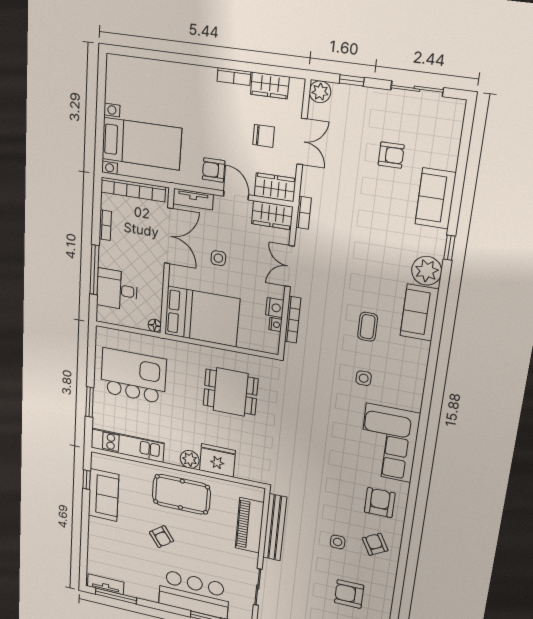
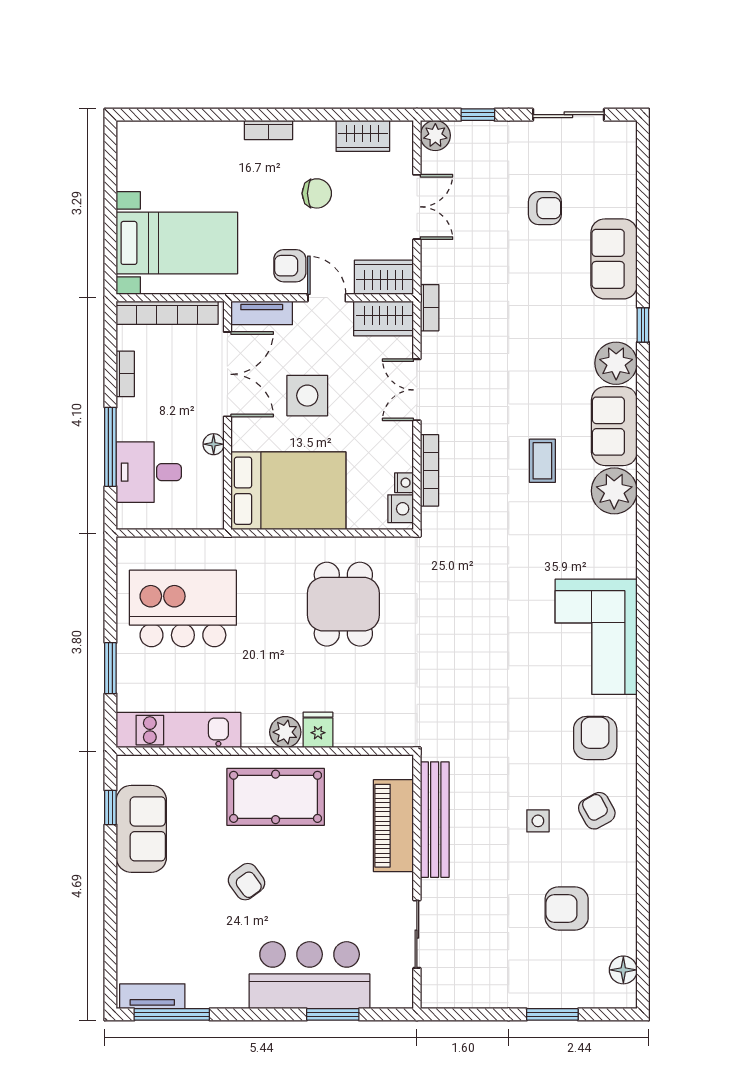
bookcase: (234, 76) -> (269, 130), moved
chair: (264, 136) -> (317, 193), moved
side table: (218, 258) -> (307, 396), width x1.87, depth x1.87
nightstand: (275, 308) -> (401, 509), moved
floor lamp: (155, 326) -> (214, 444), moved
plant: (413, 355) -> (614, 491), added
side table: (364, 378) -> (546, 541), removed
dining table: (231, 392) -> (343, 604), turned 90
fridge: (217, 460) -> (318, 730), width x0.53, depth x0.75

